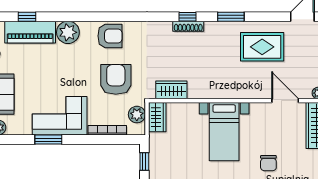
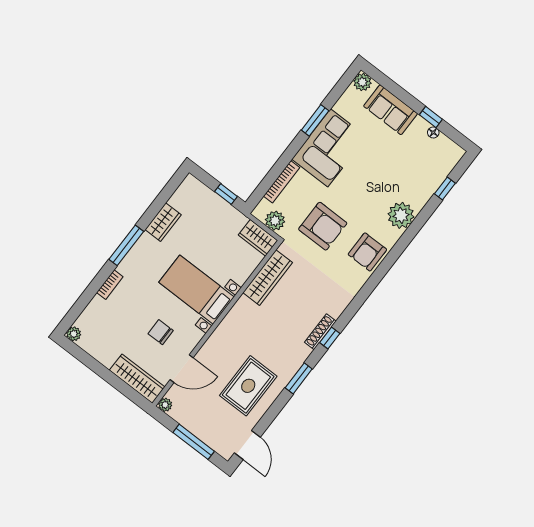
piano: (30, 32) -> (428, 180), removed
wardrobe: (171, 90) -> (268, 278), width x1.50
chair: (268, 163) -> (161, 332), moved

